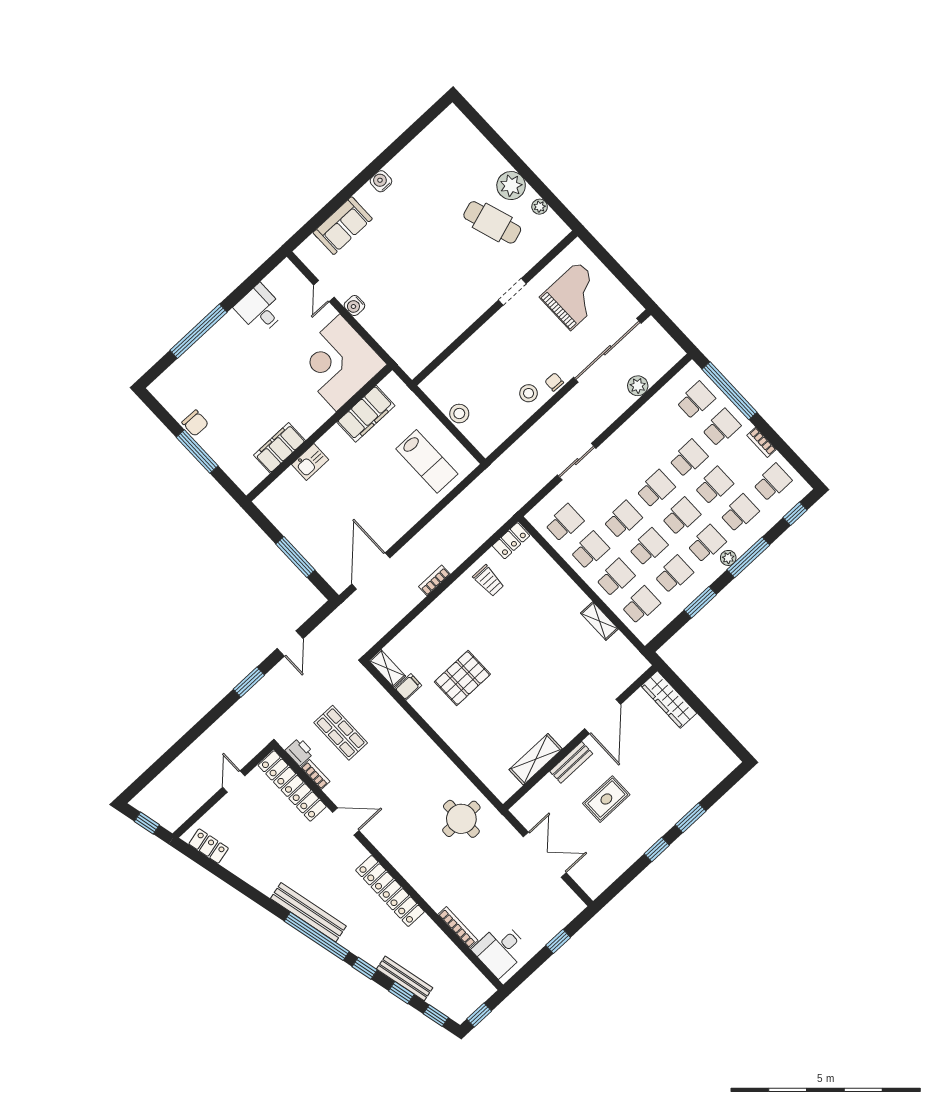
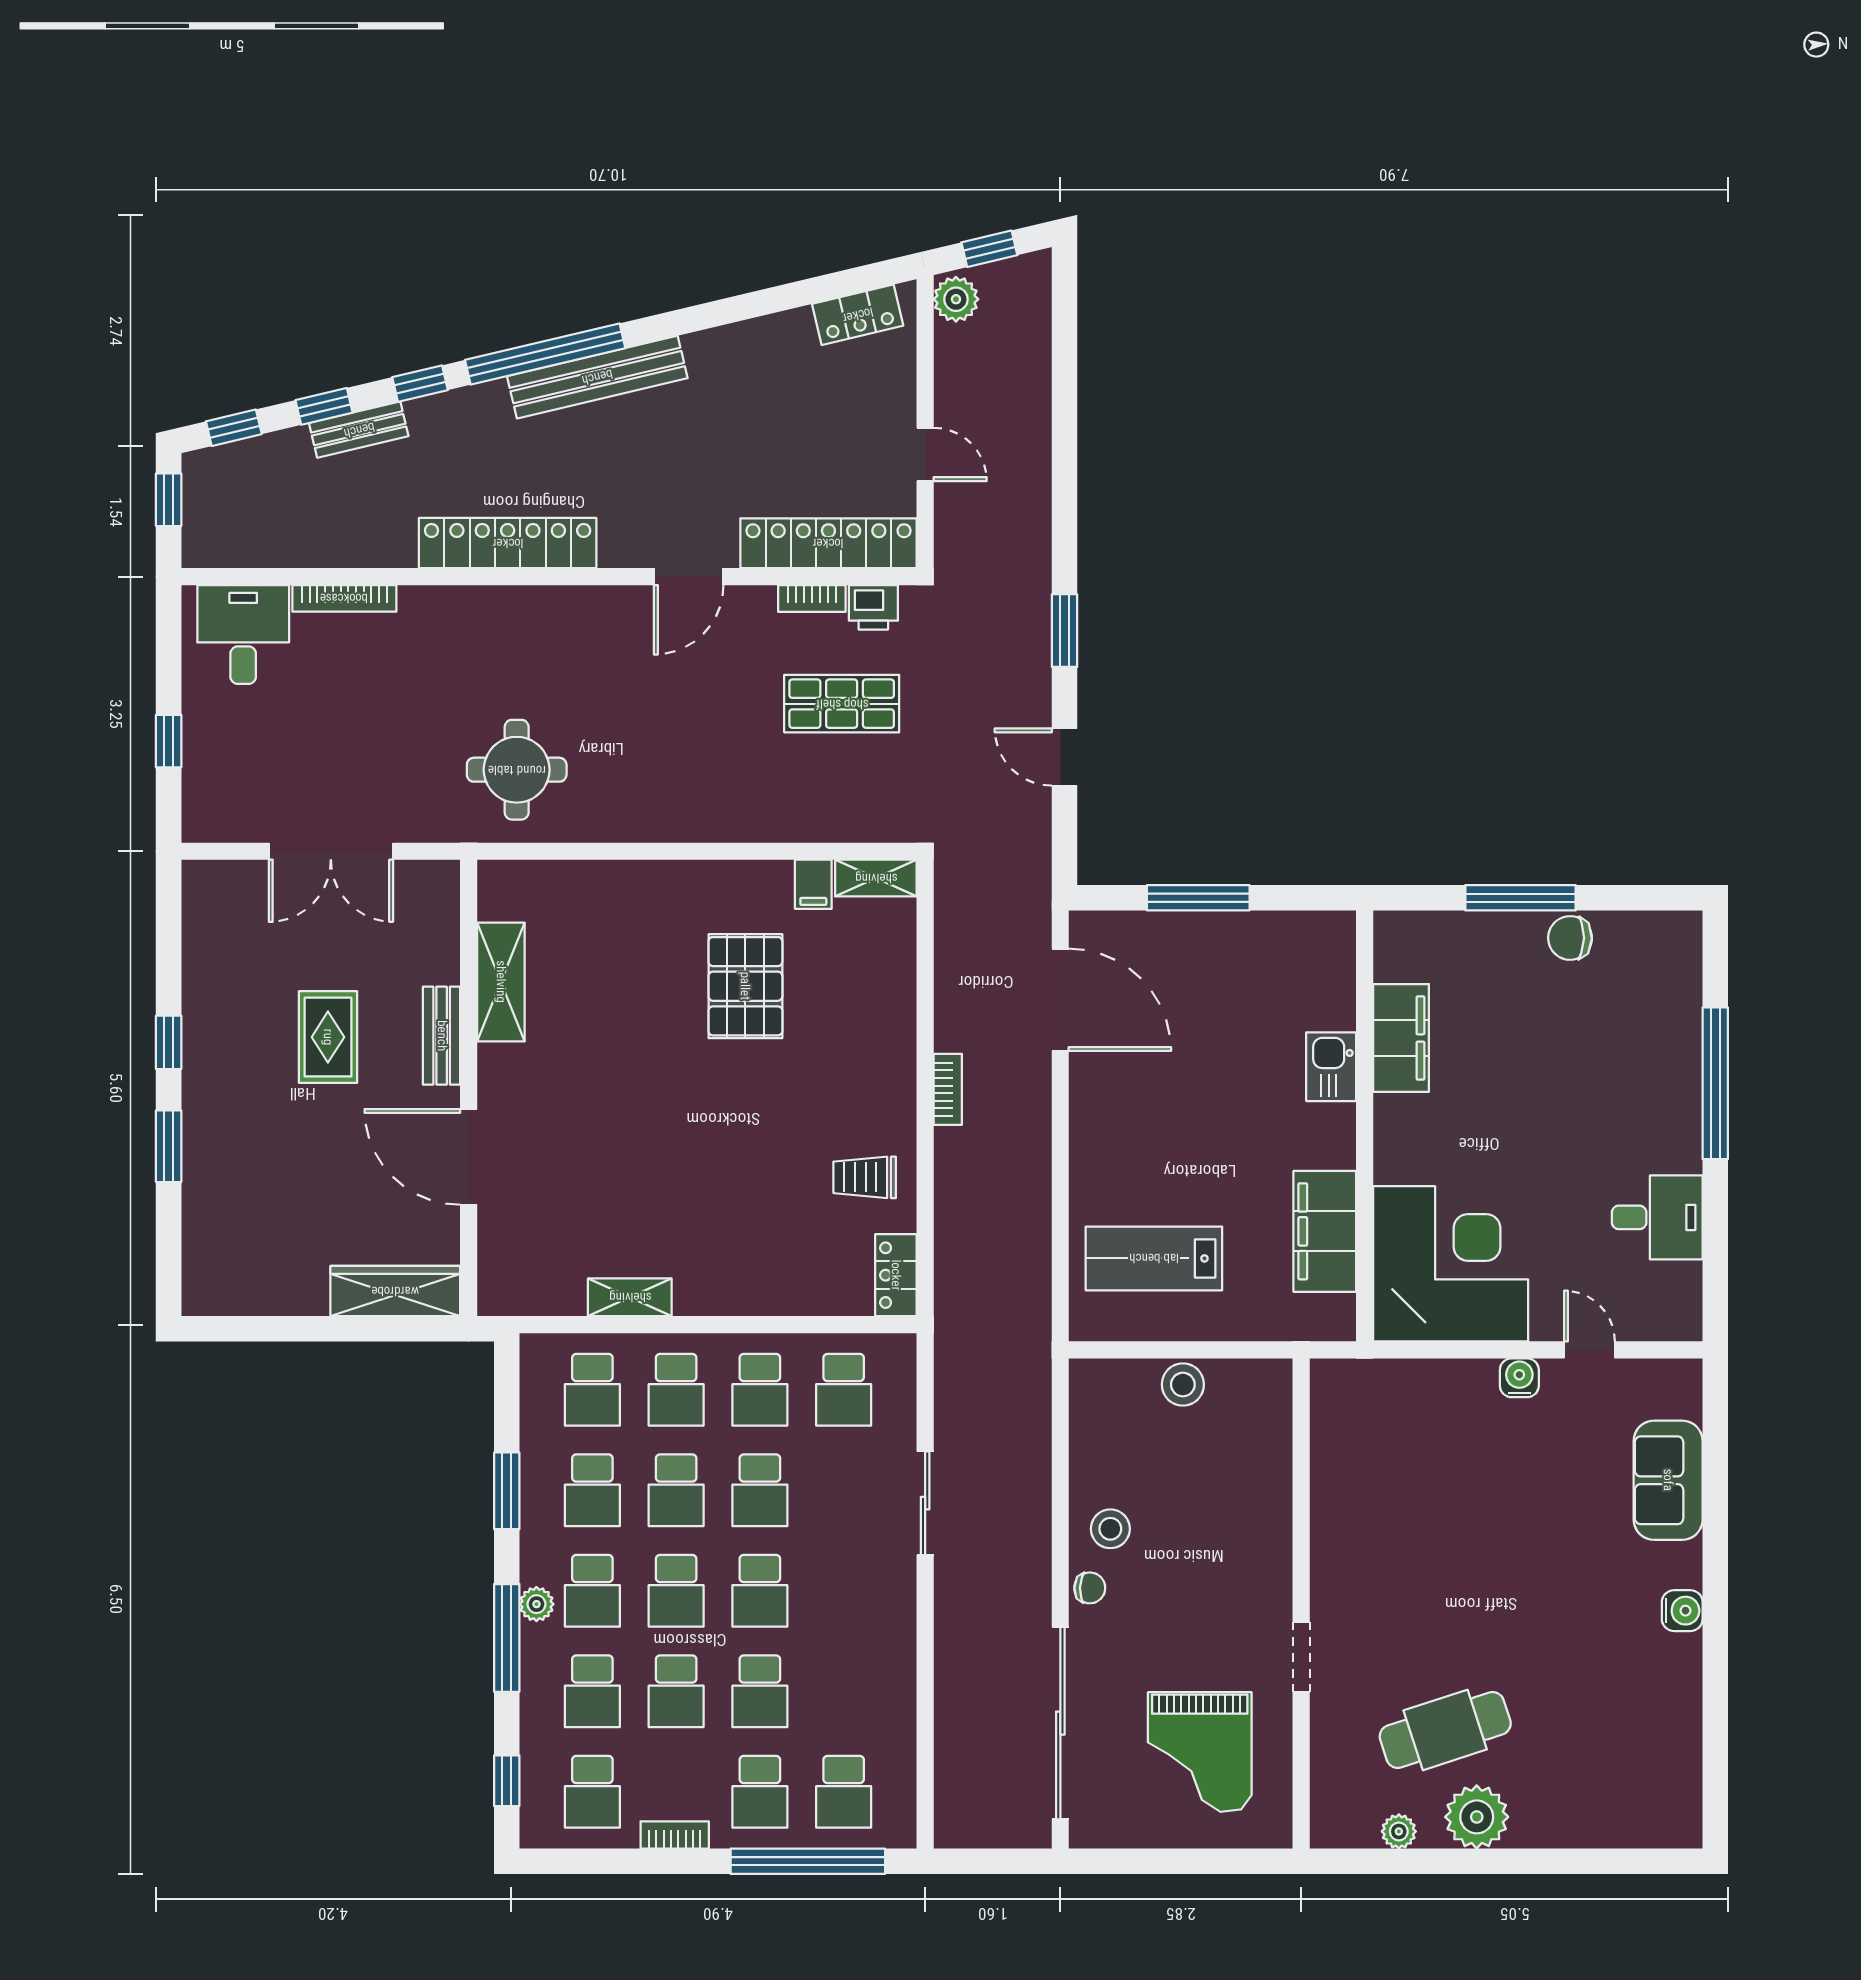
plant: (638, 386) -> (956, 299), moved
bench: (405, 978) -> (359, 430), width x0.73

